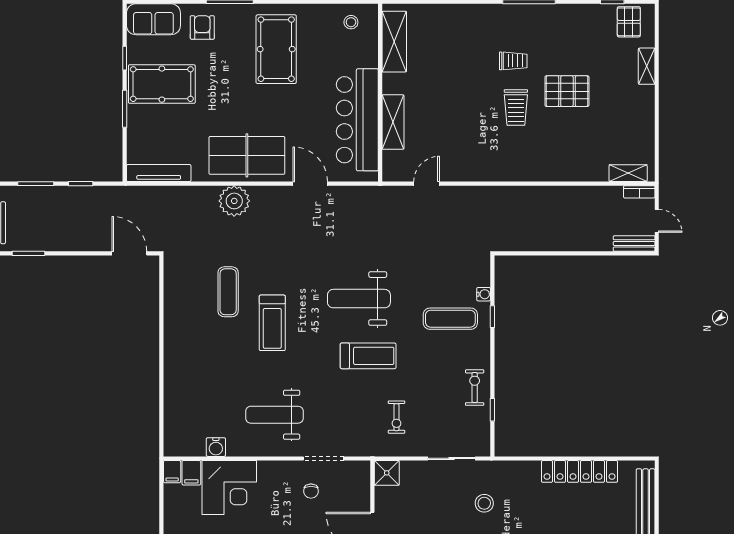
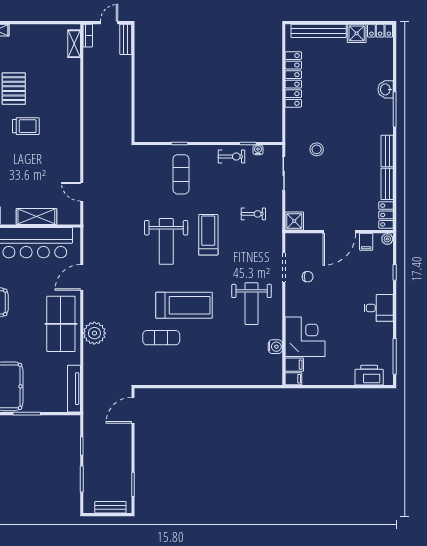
water cooler: (484, 294) -> (258, 150), moved
treadmill: (272, 323) -> (184, 305), width x1.37, depth x1.38
exercise bike: (475, 388) -> (232, 156), turned 180

